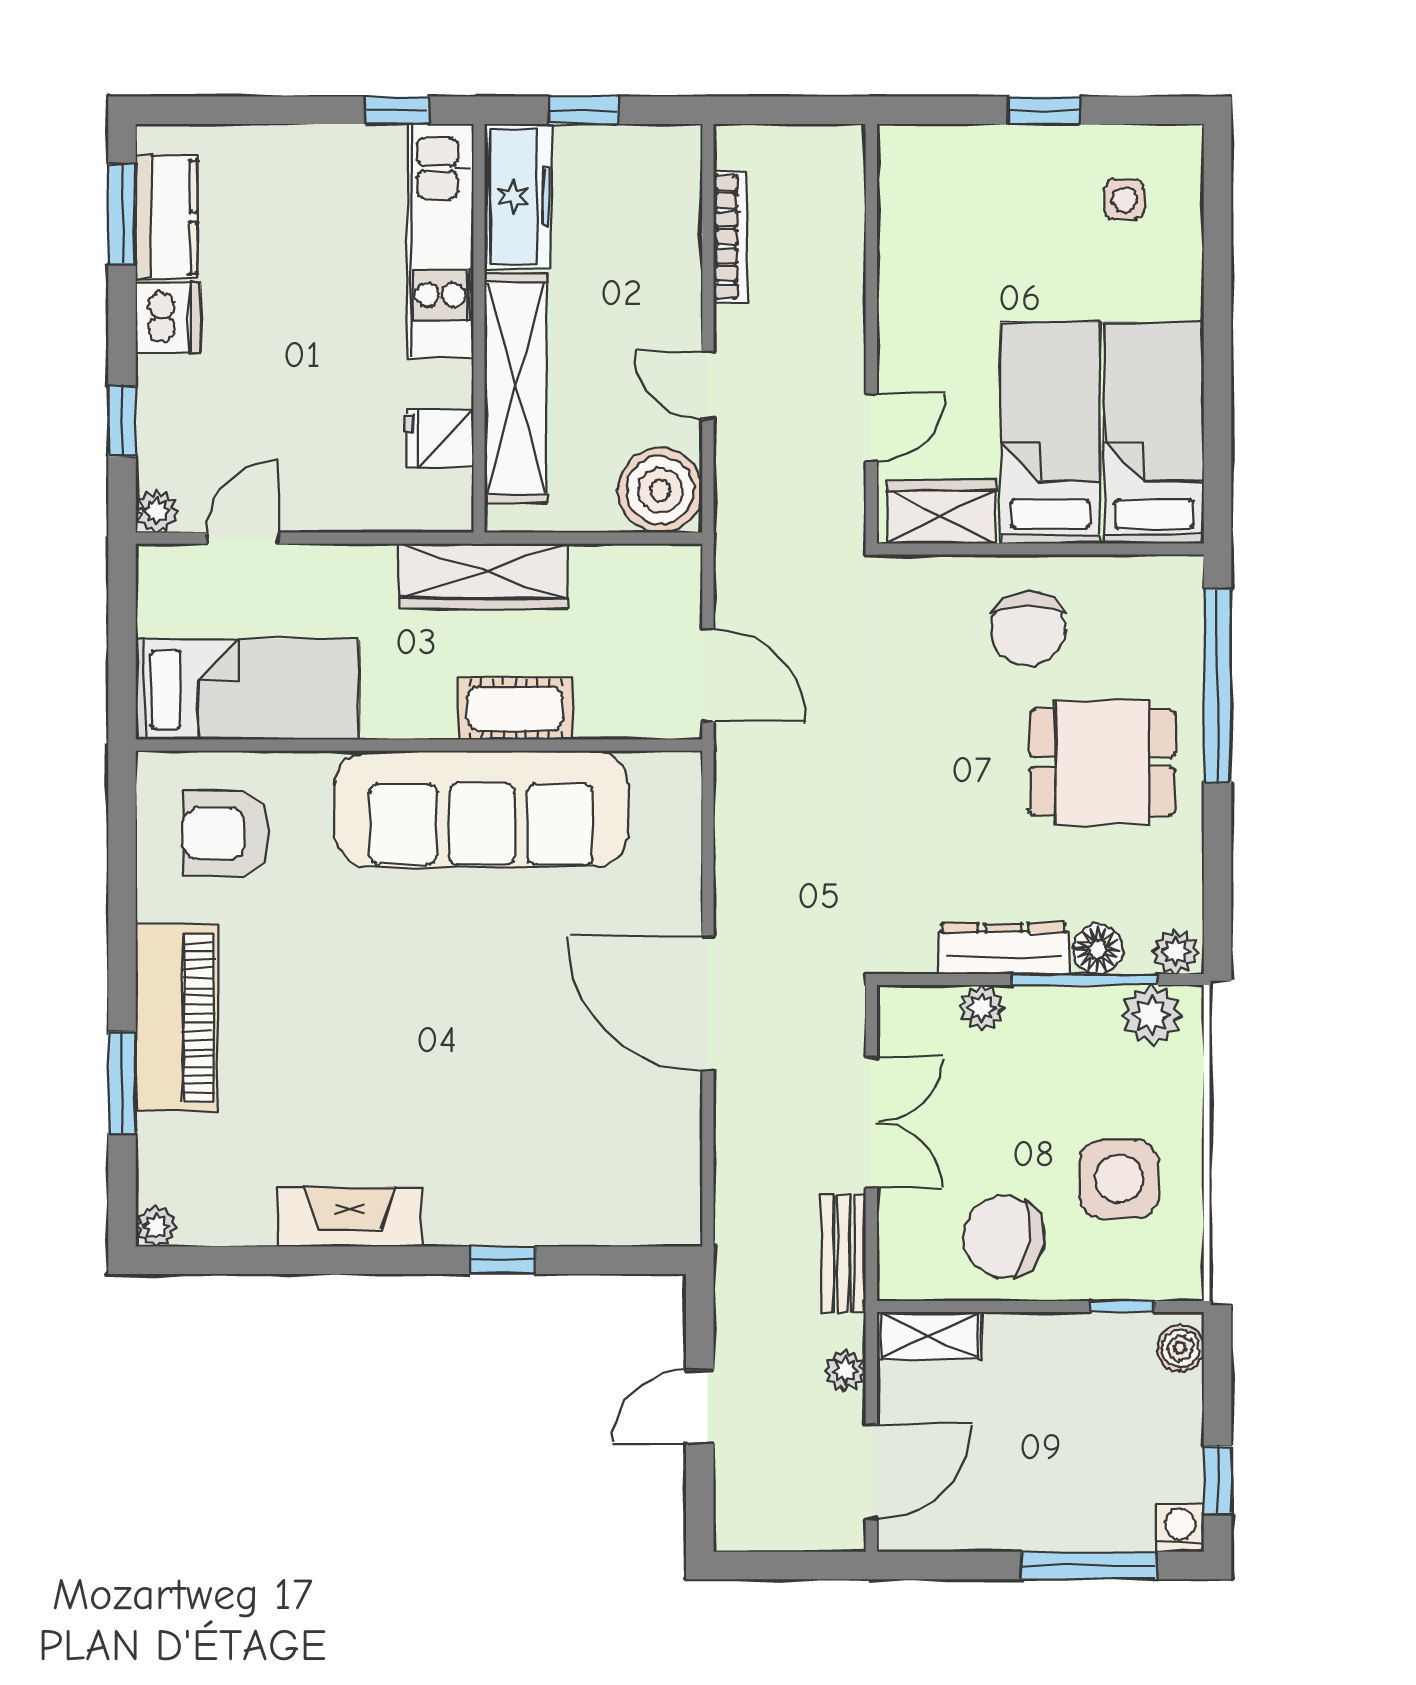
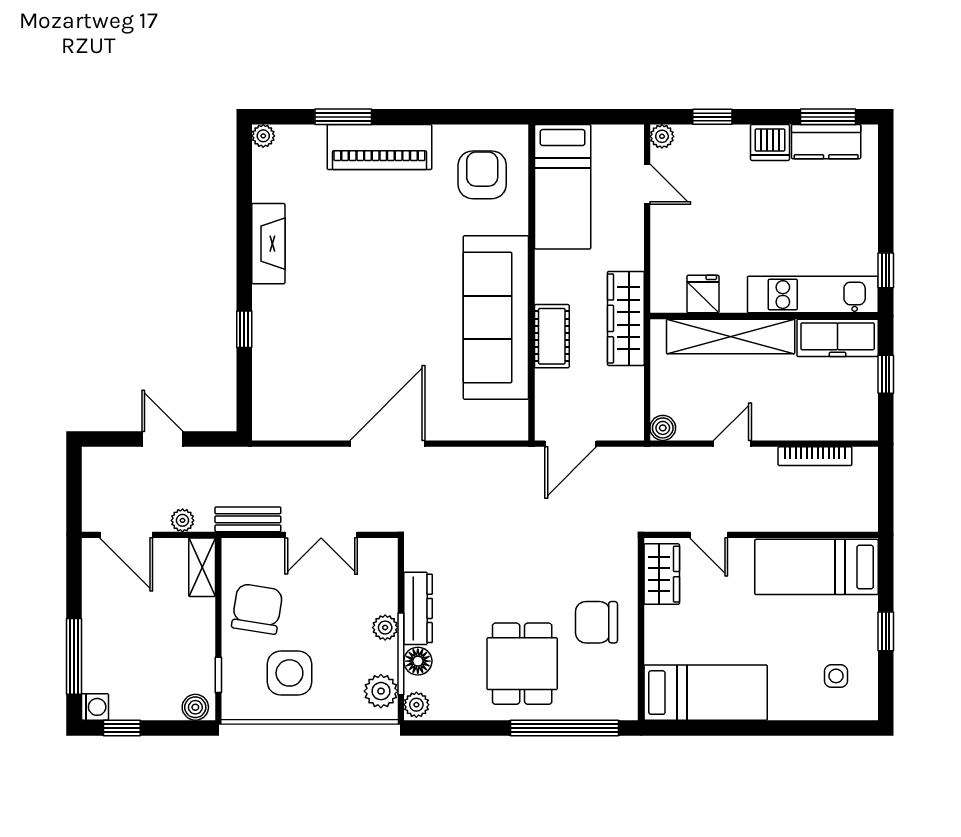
bed: (1050, 433) -> (816, 567), moved, turned 180
boiler: (660, 490) -> (663, 428), width x0.54, depth x0.54
plant: (981, 1008) -> (385, 628), moved

